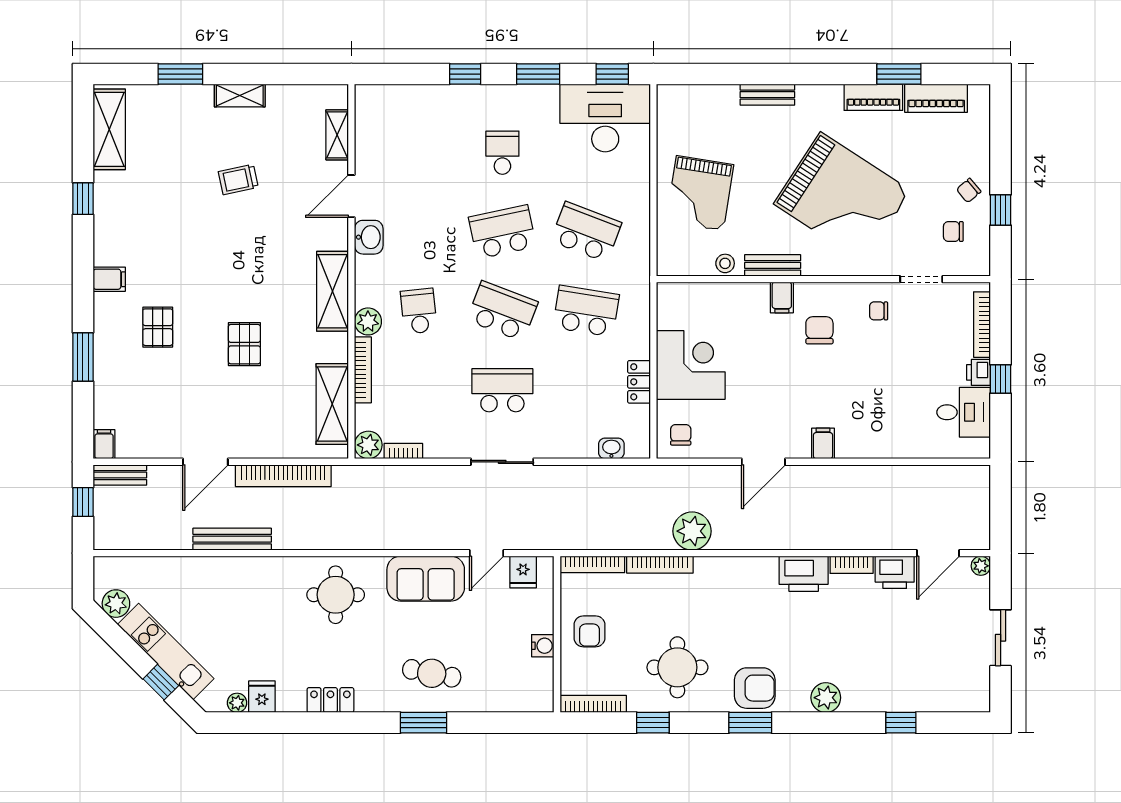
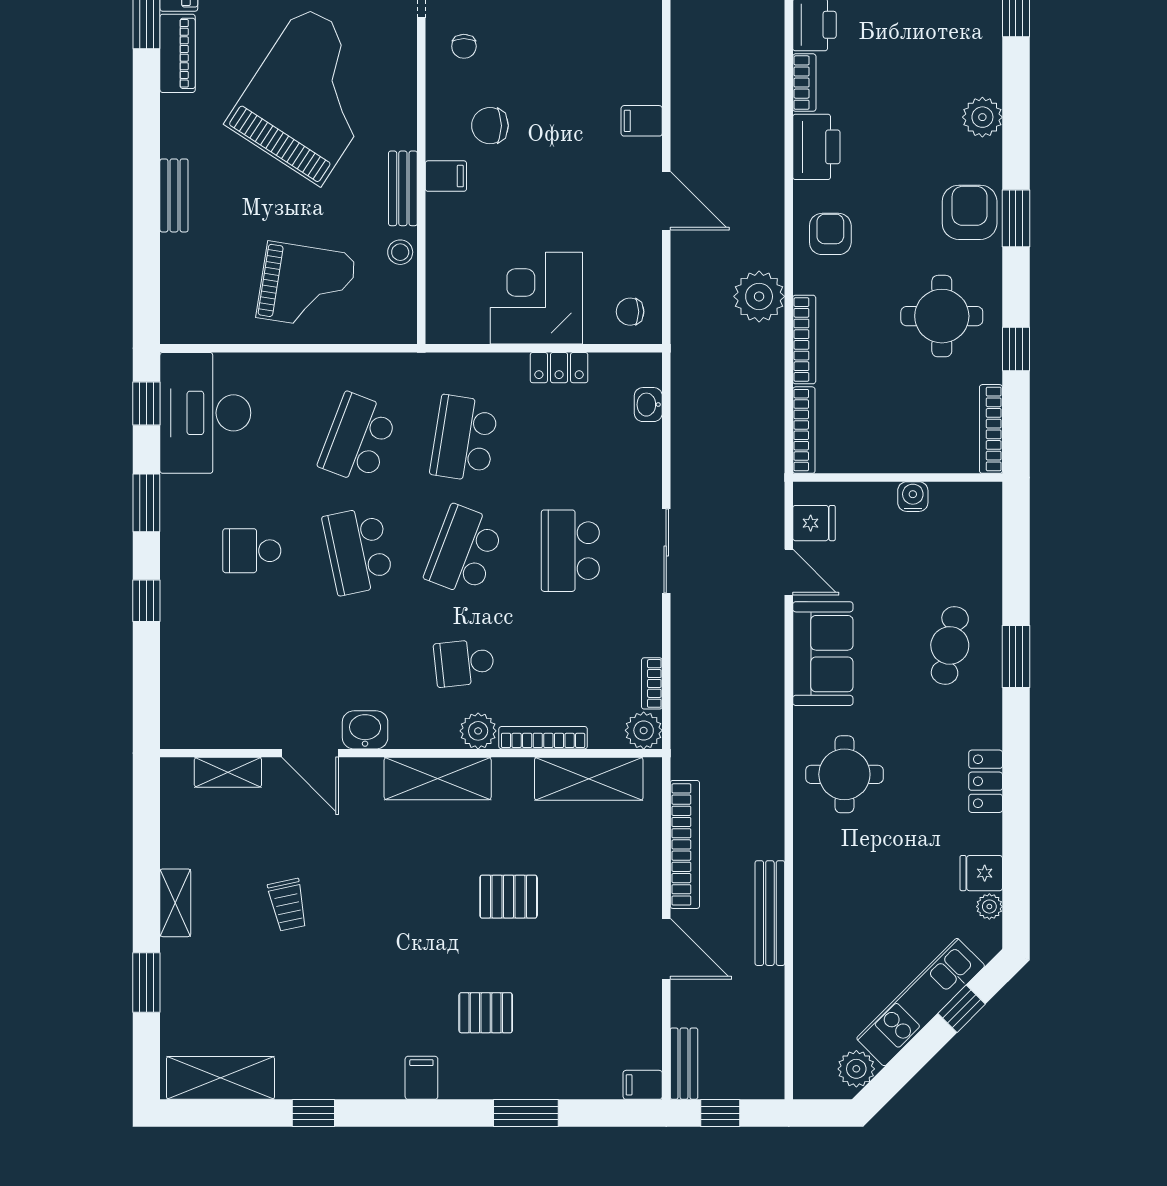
armchair: (589, 631) -> (830, 234), moved, turned -90

